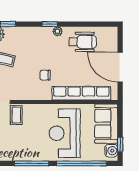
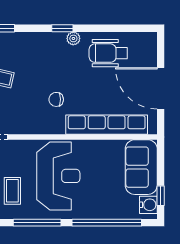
wheelchair: (83, 42) -> (108, 53), turned 180
coffee table: (16, 115) -> (12, 191), moved
reception desk: (65, 133) -> (58, 176), moved, turned 180

